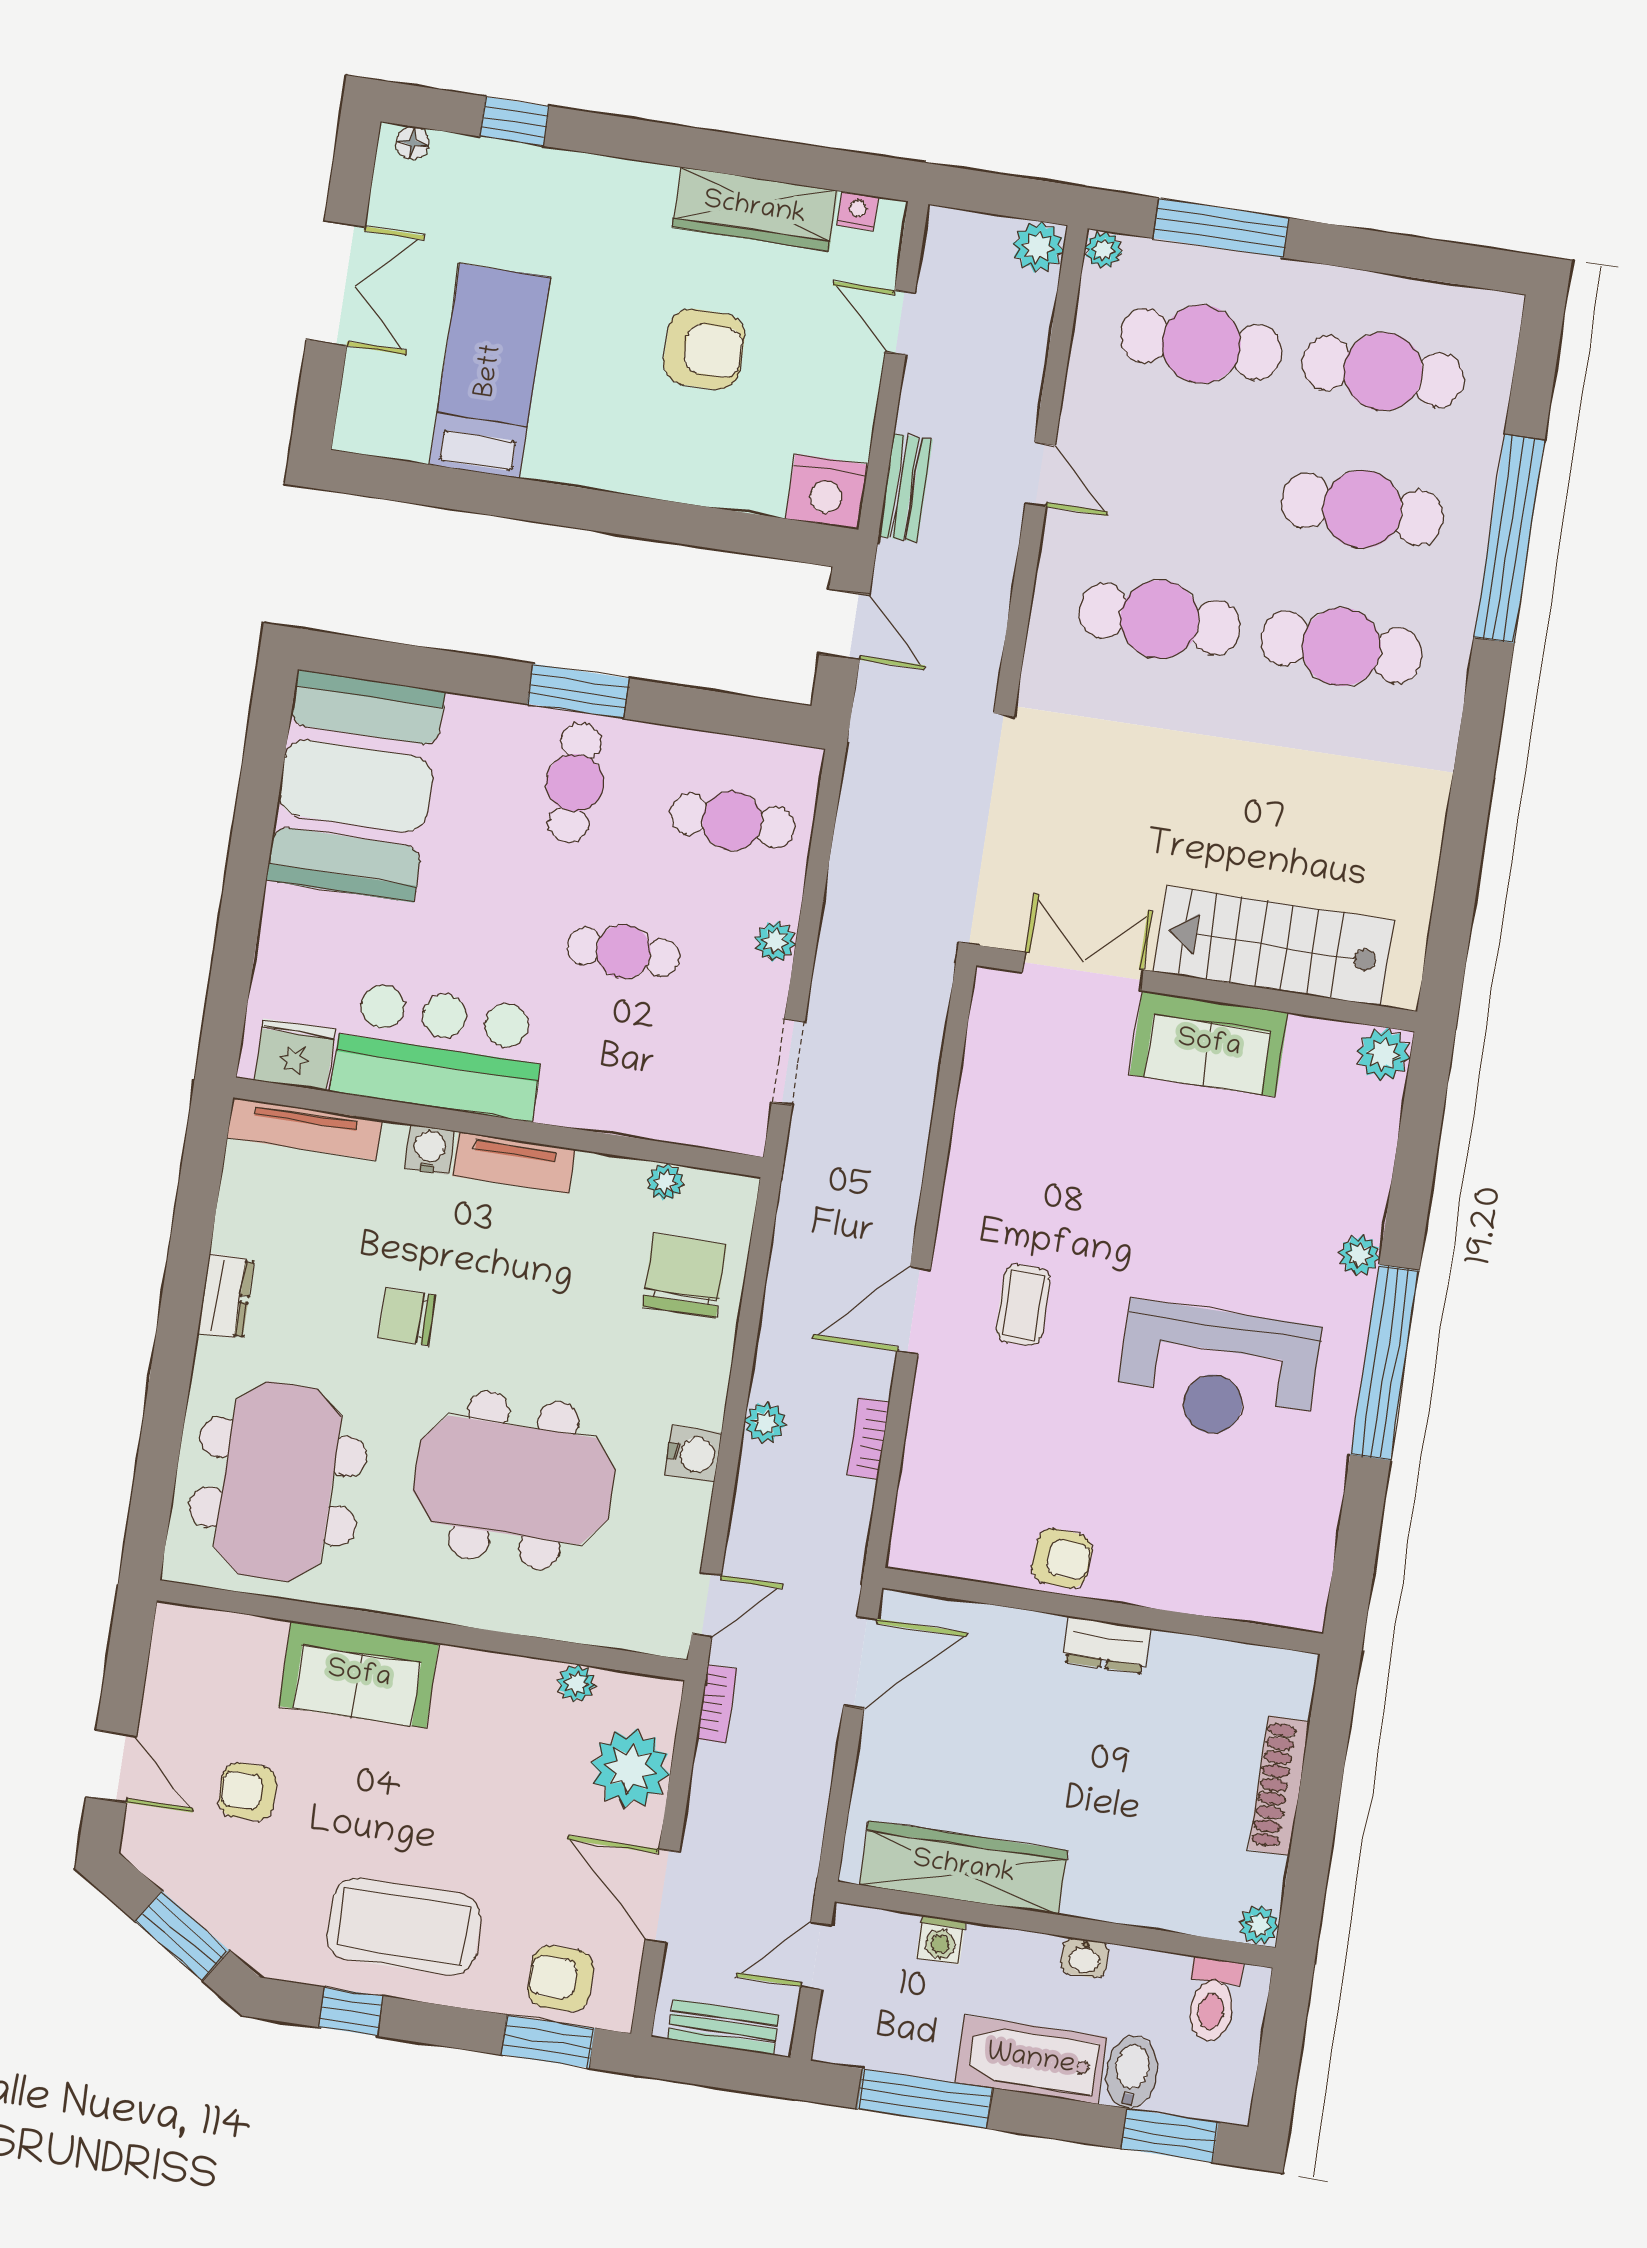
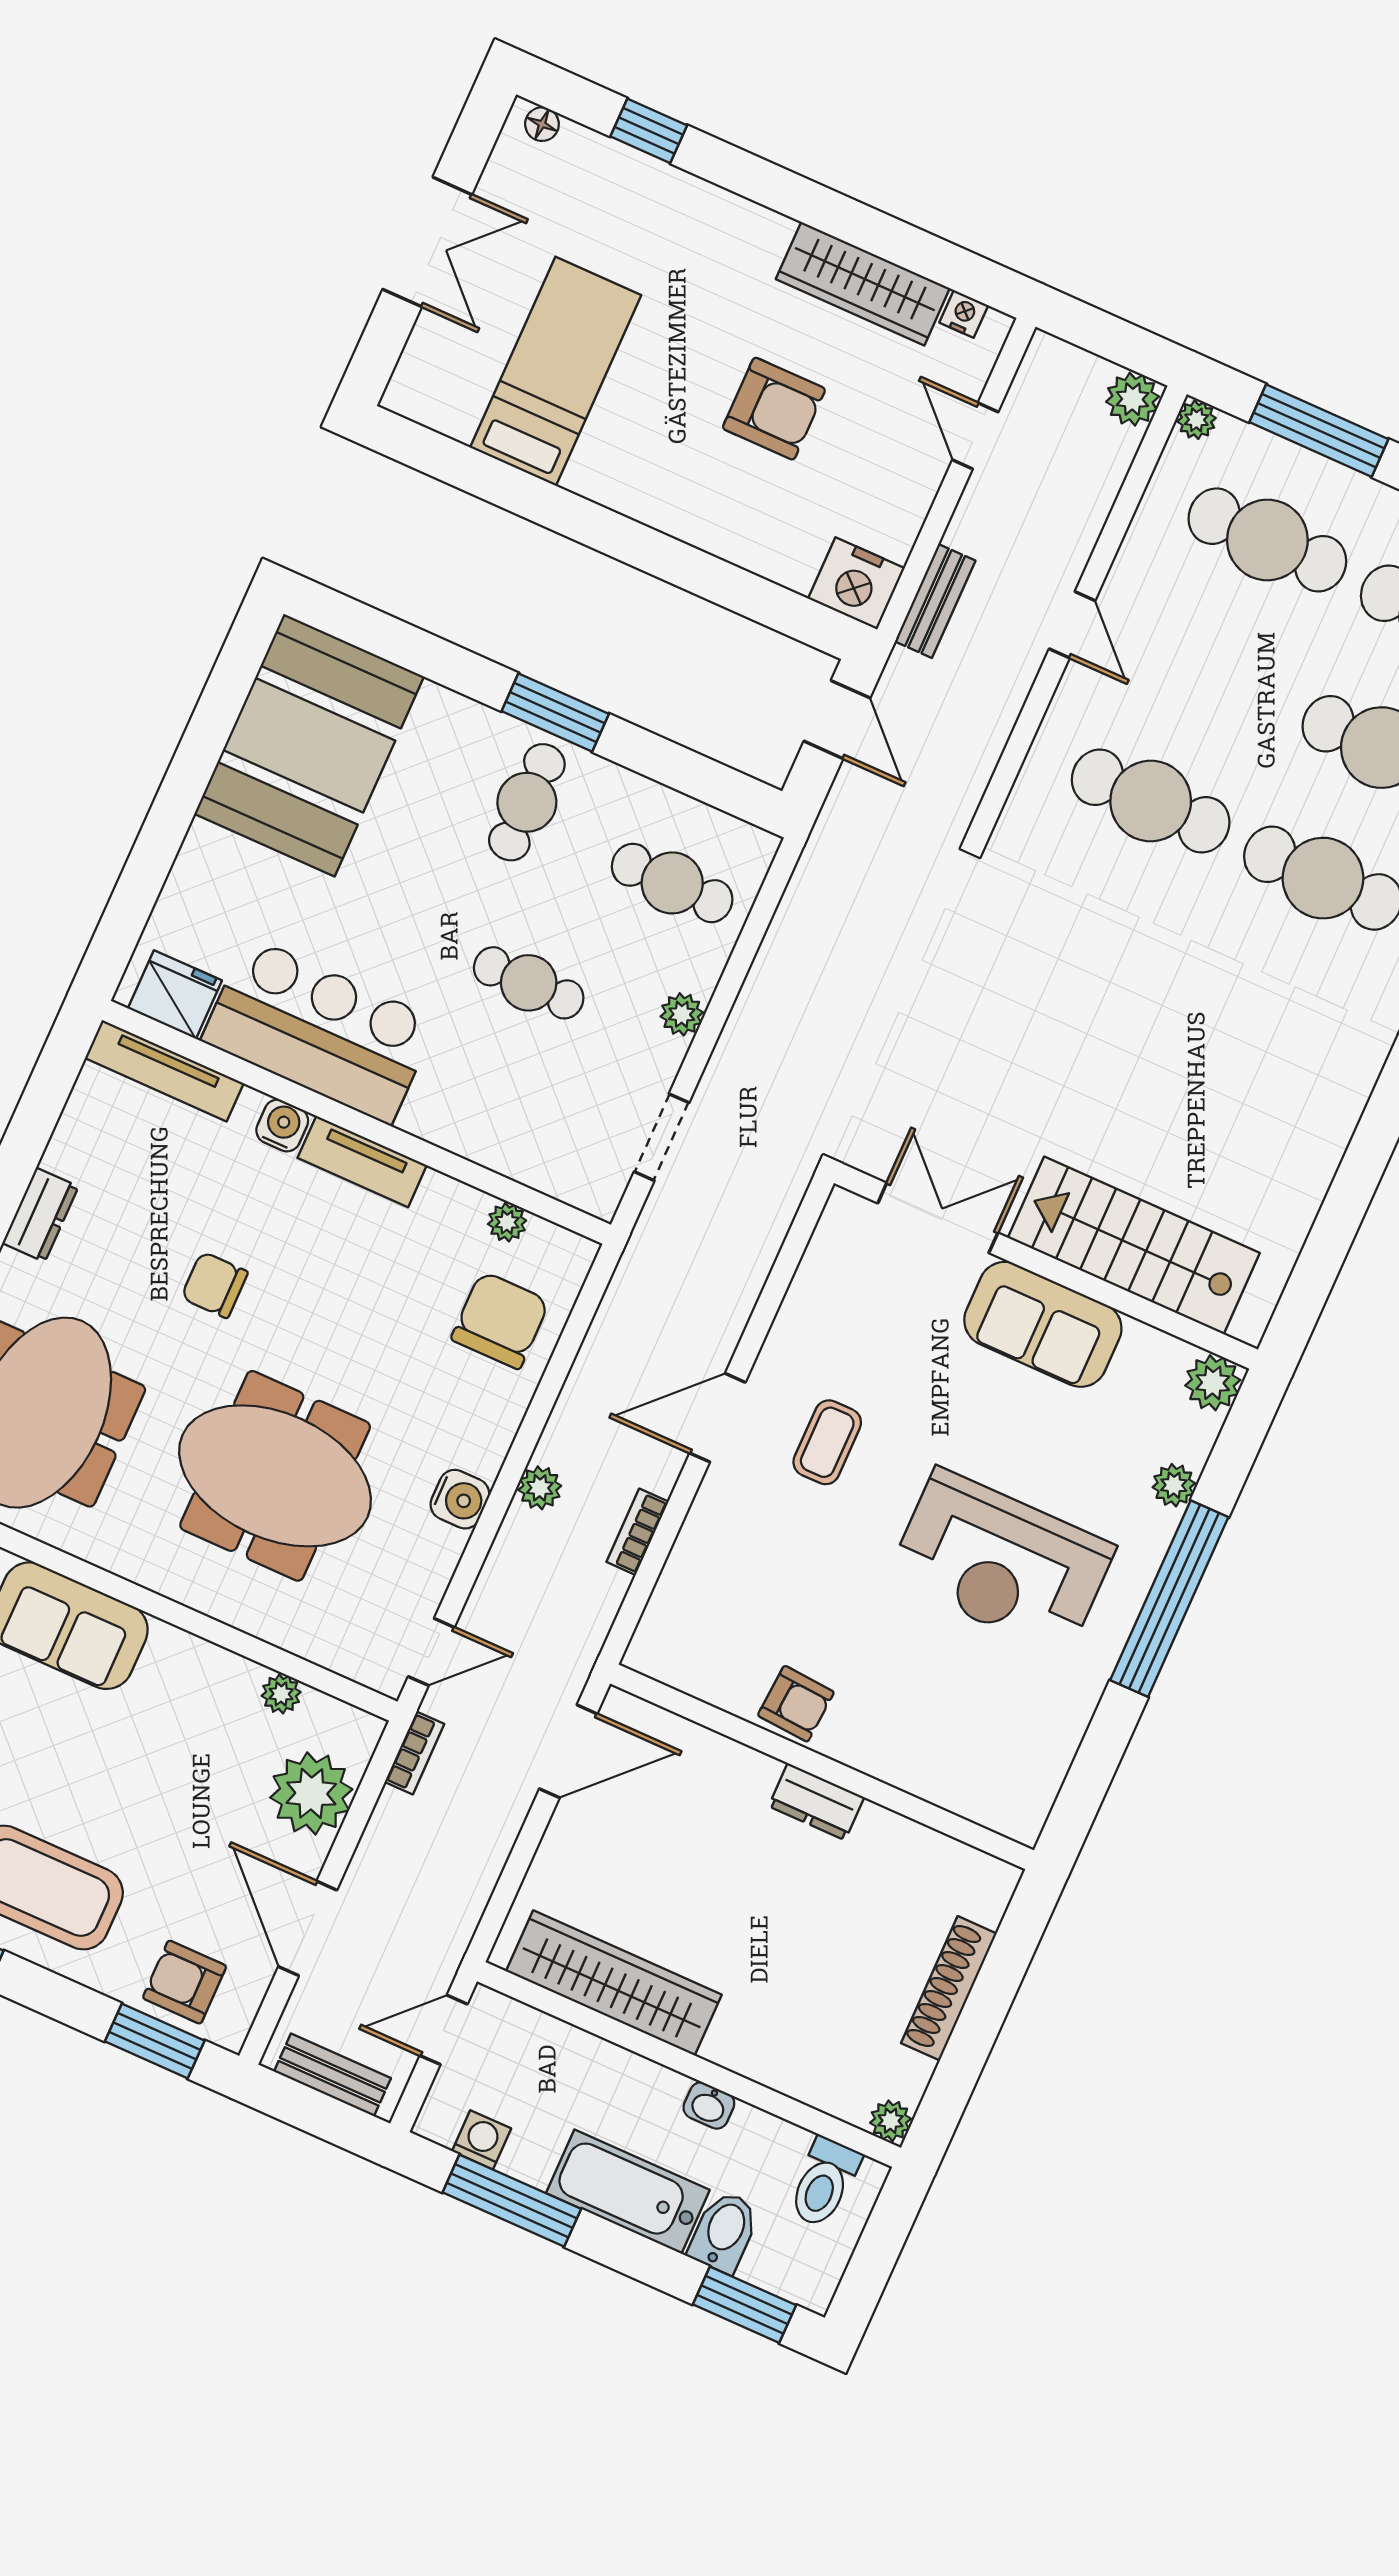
stairs: (1274, 946) -> (1134, 1245), moved
double door: (1083, 971) -> (938, 1218), moved
wall: (1197, 988) -> (1046, 1266), moved
sofa: (1209, 1044) -> (1043, 1324), moved
plant: (1384, 1054) -> (1213, 1383), moved
washing machine: (941, 1940) -> (482, 2140), moved, turned 180

